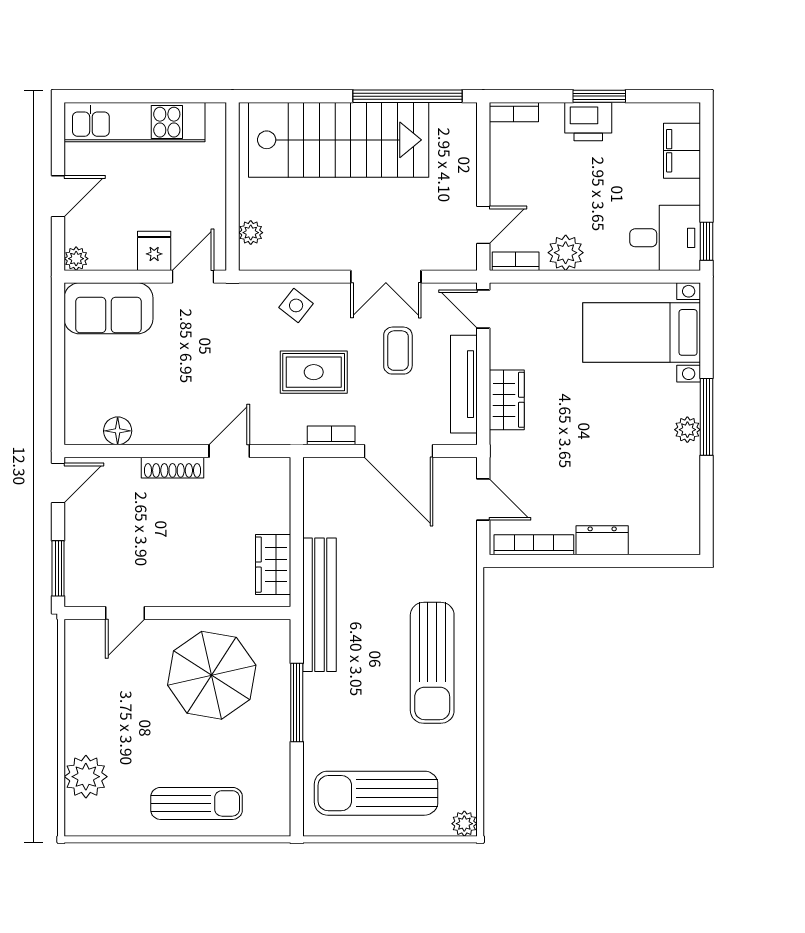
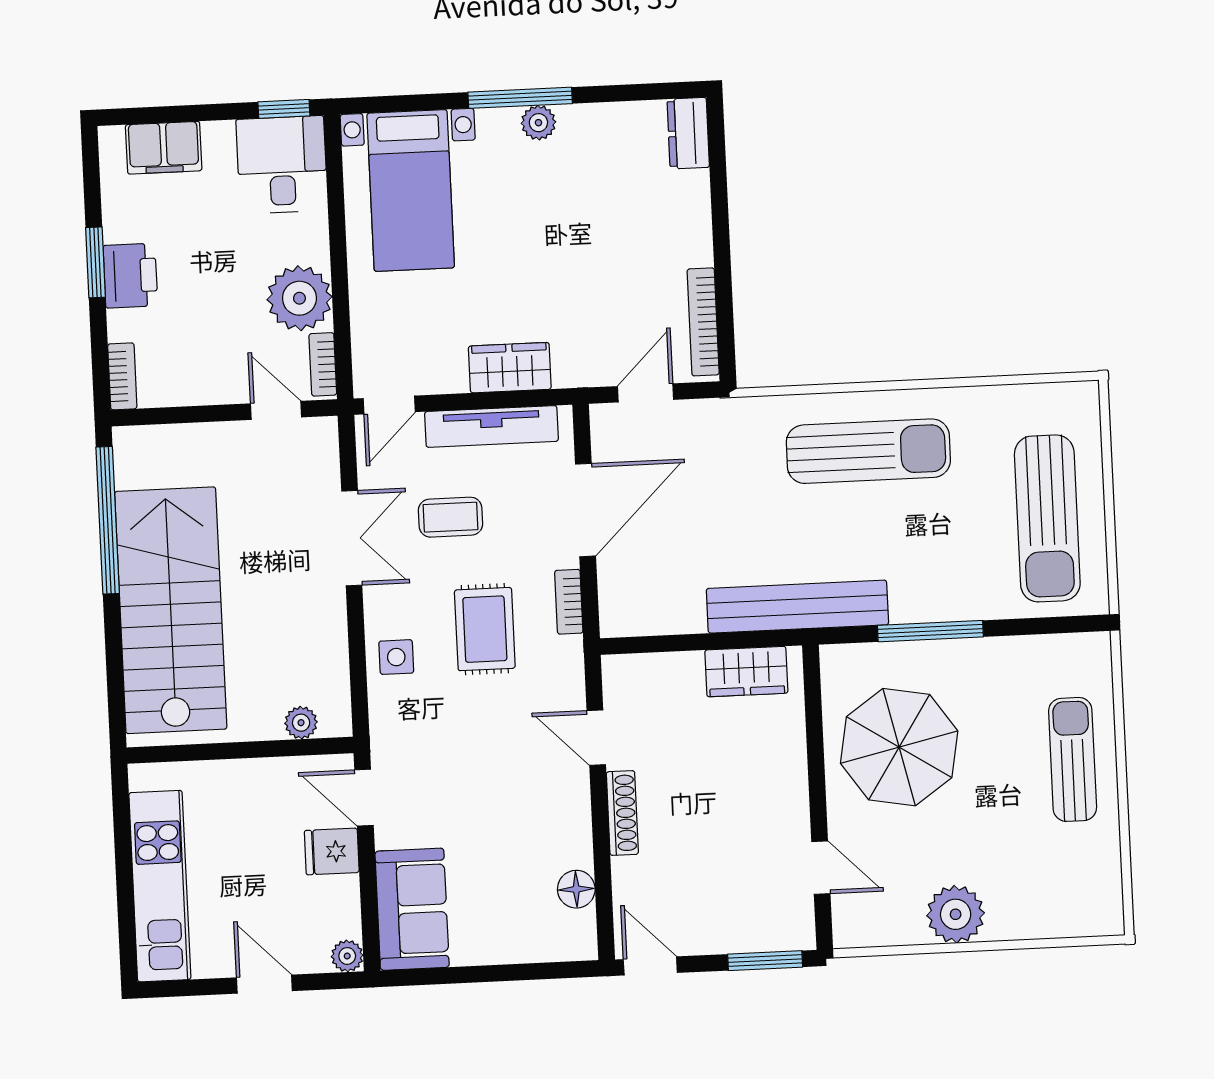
plant: (566, 253) -> (299, 298), width x1.36, depth x1.36
side table: (296, 305) -> (396, 657), turned -38
dresser: (602, 540) -> (688, 133), moved
plant: (86, 777) -> (956, 914), moved
plant: (464, 824) -> (1083, 398), removed

